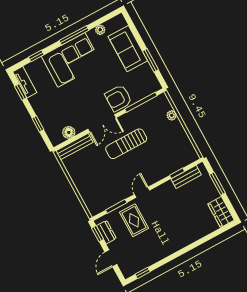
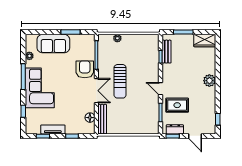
tv unit: (25, 82) -> (53, 129), moved
armchair: (118, 98) -> (85, 69), turned 180
plant: (180, 241) -> (209, 81), added

